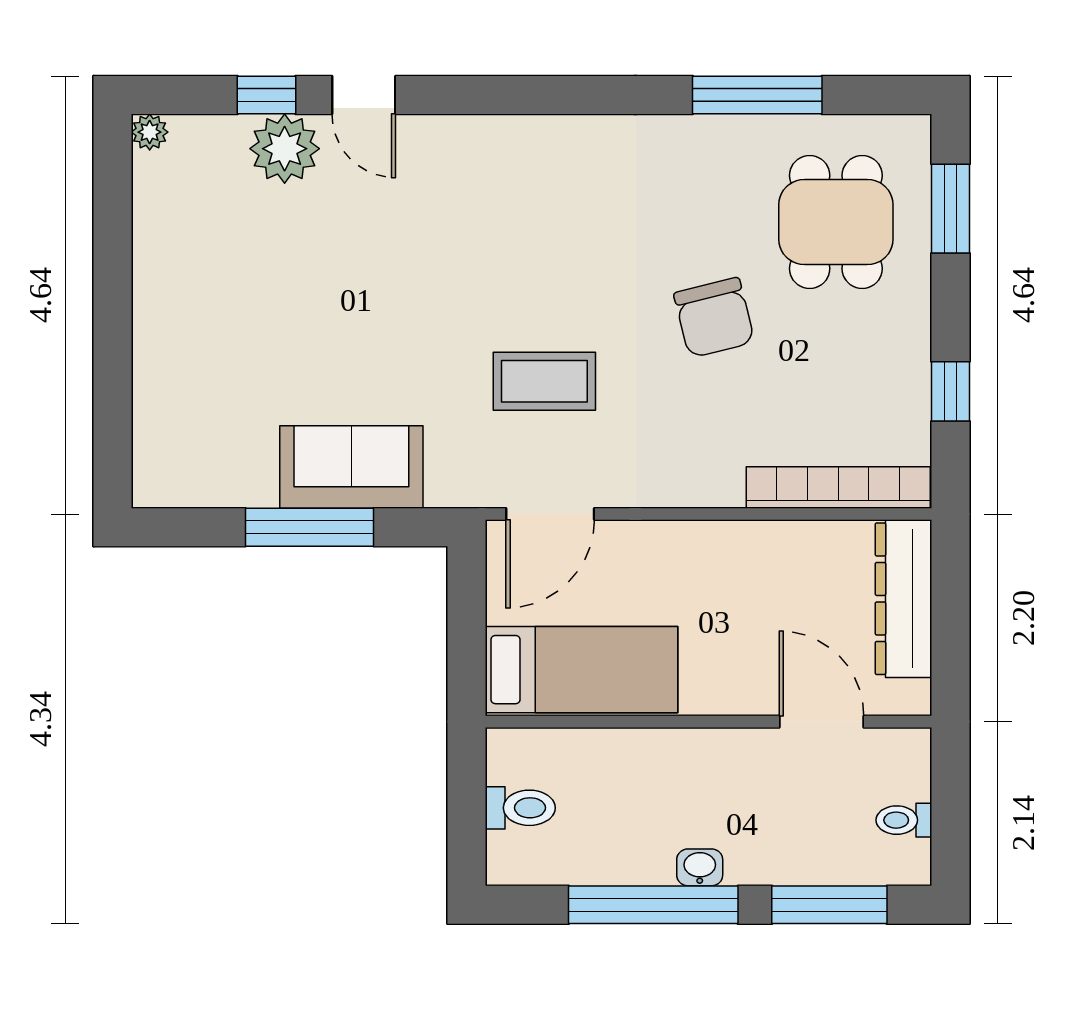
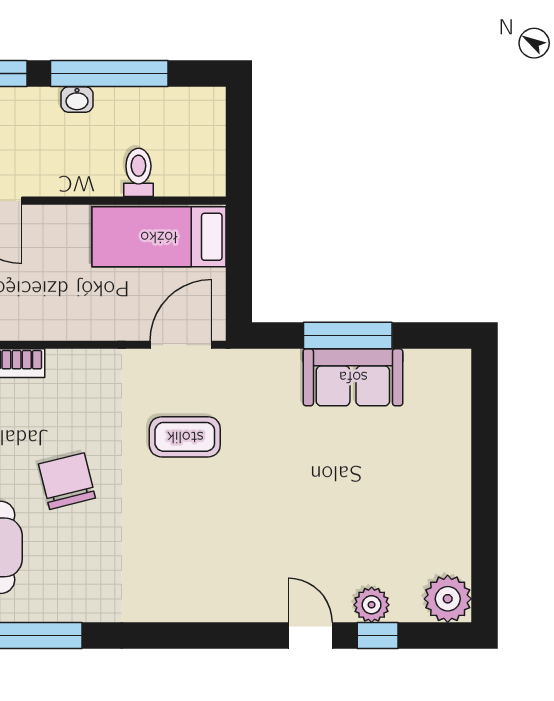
plant: (150, 132) -> (448, 599), width x1.88, depth x1.88
plant: (285, 149) -> (372, 605), width x0.73, depth x0.73
sofa: (351, 467) -> (353, 377), moved
toilet: (520, 808) -> (138, 172), moved, turned 90

